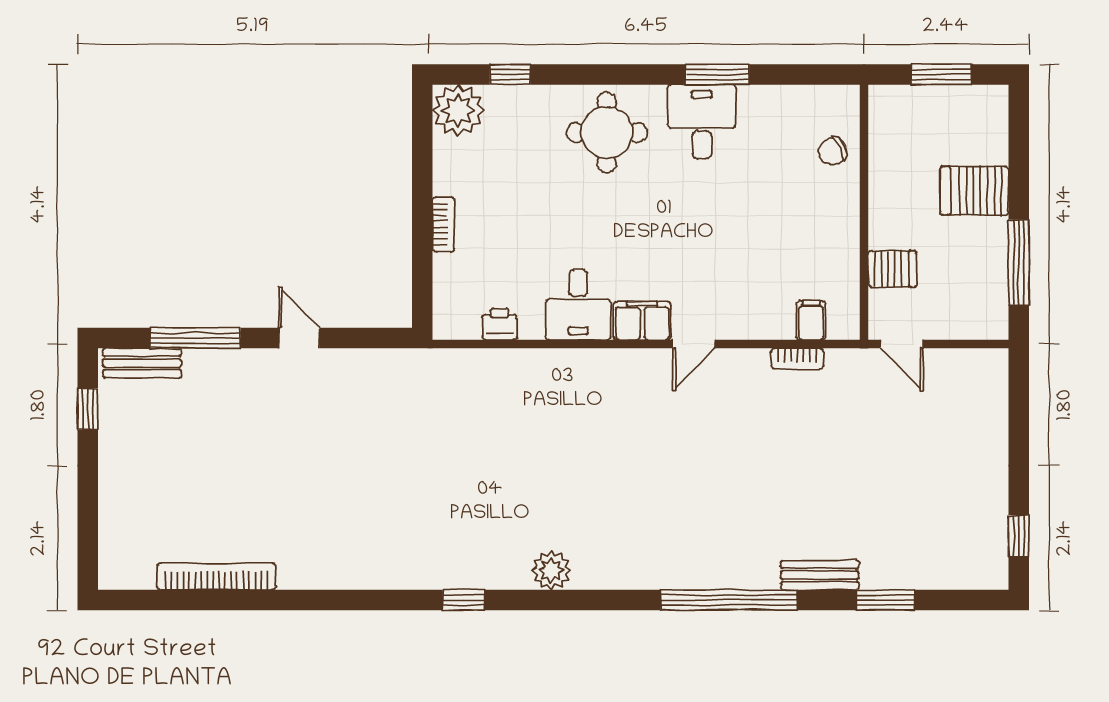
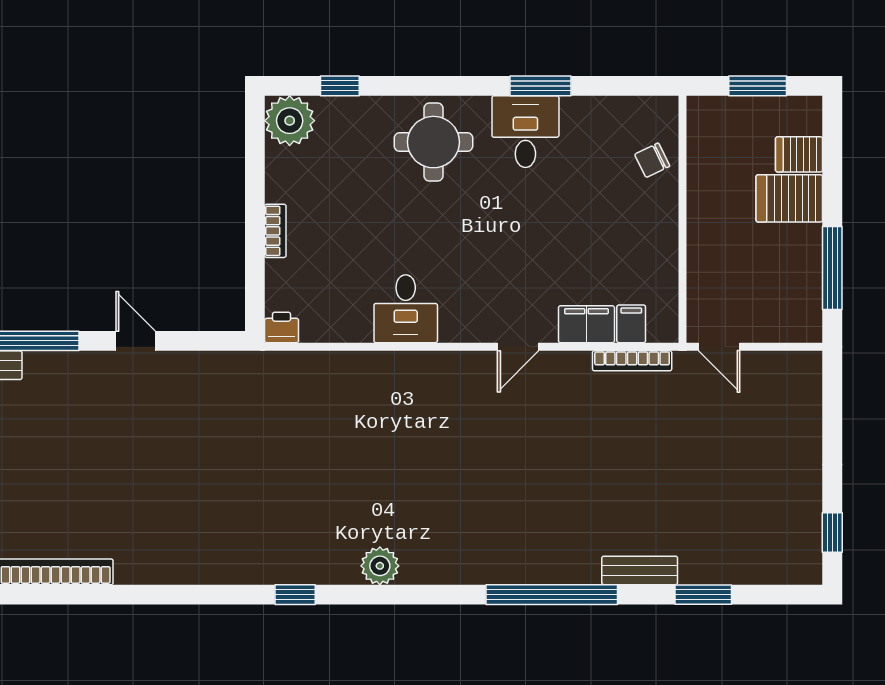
server rack: (892, 269) -> (799, 154), moved, turned 180
filing cabinet: (642, 321) -> (586, 324), moved
printer: (500, 324) -> (282, 327), moved
bookcase: (797, 359) -> (632, 361), width x1.56

